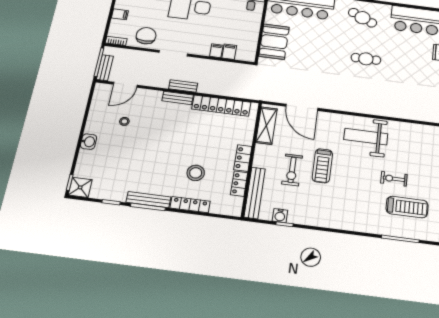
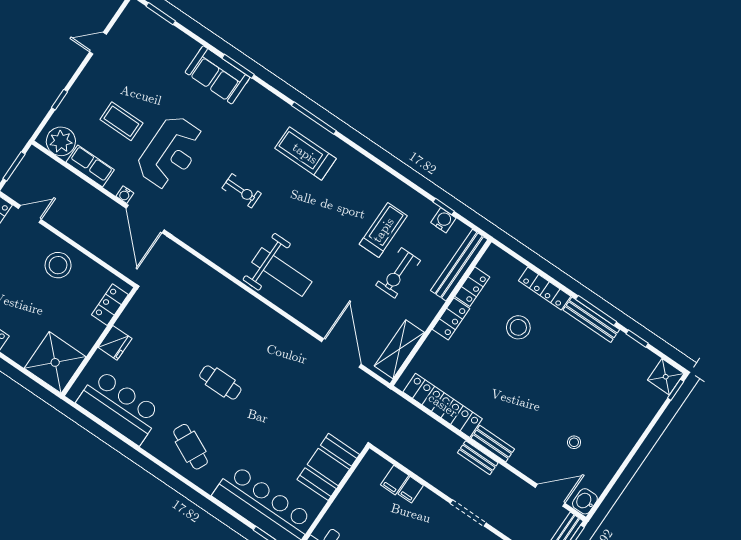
washbasin: (89, 142) -> (585, 501), moved
treadmill: (322, 166) -> (383, 230), moved
exercise bike: (292, 170) -> (398, 273), turned 180
exercise bike: (394, 179) -> (242, 191), moved
treadmill: (407, 207) -> (305, 153), moved

